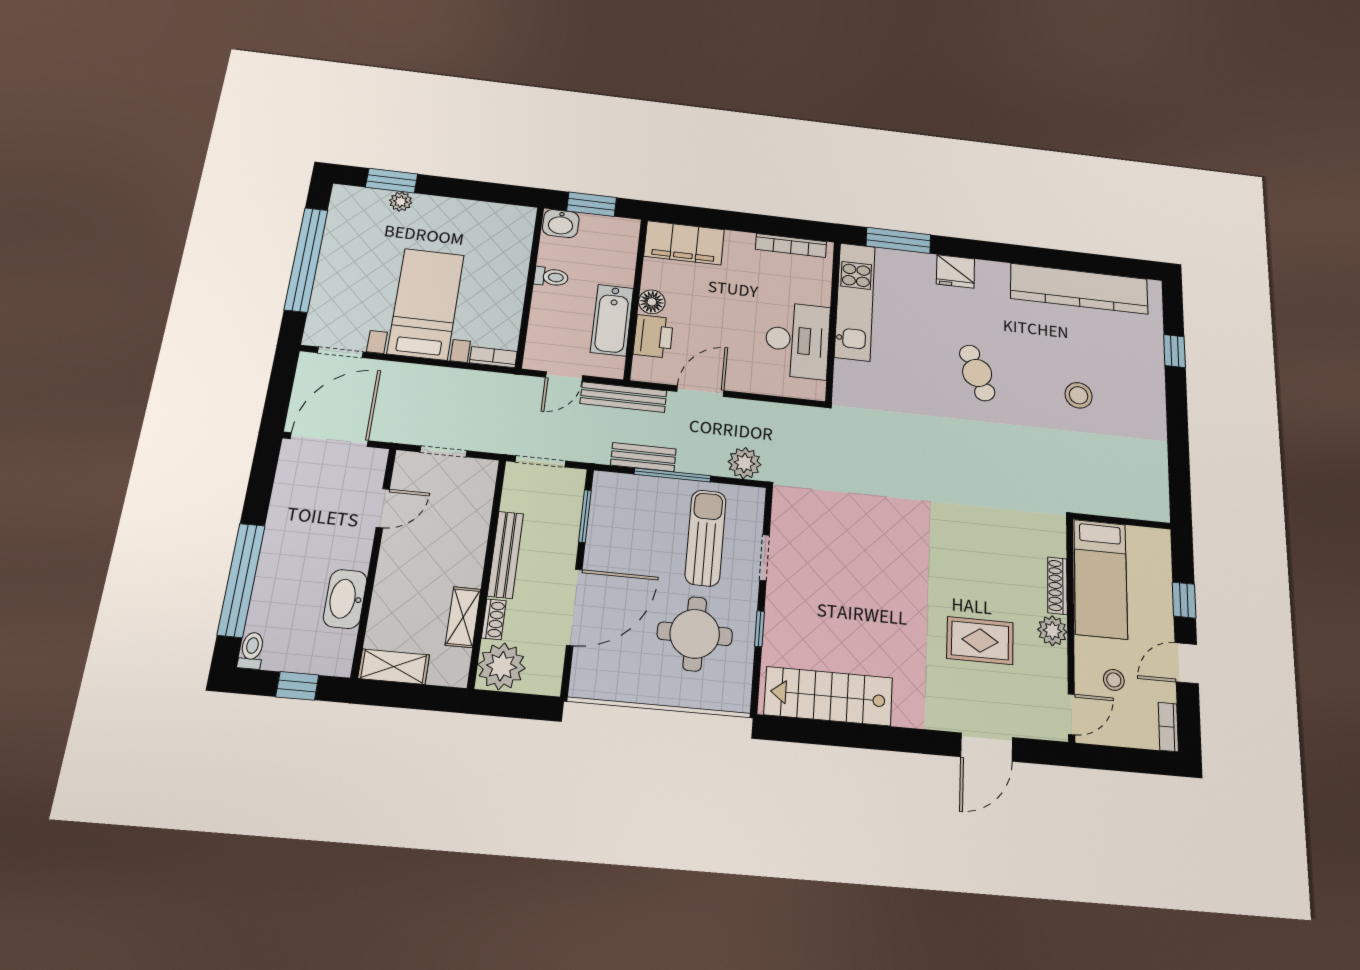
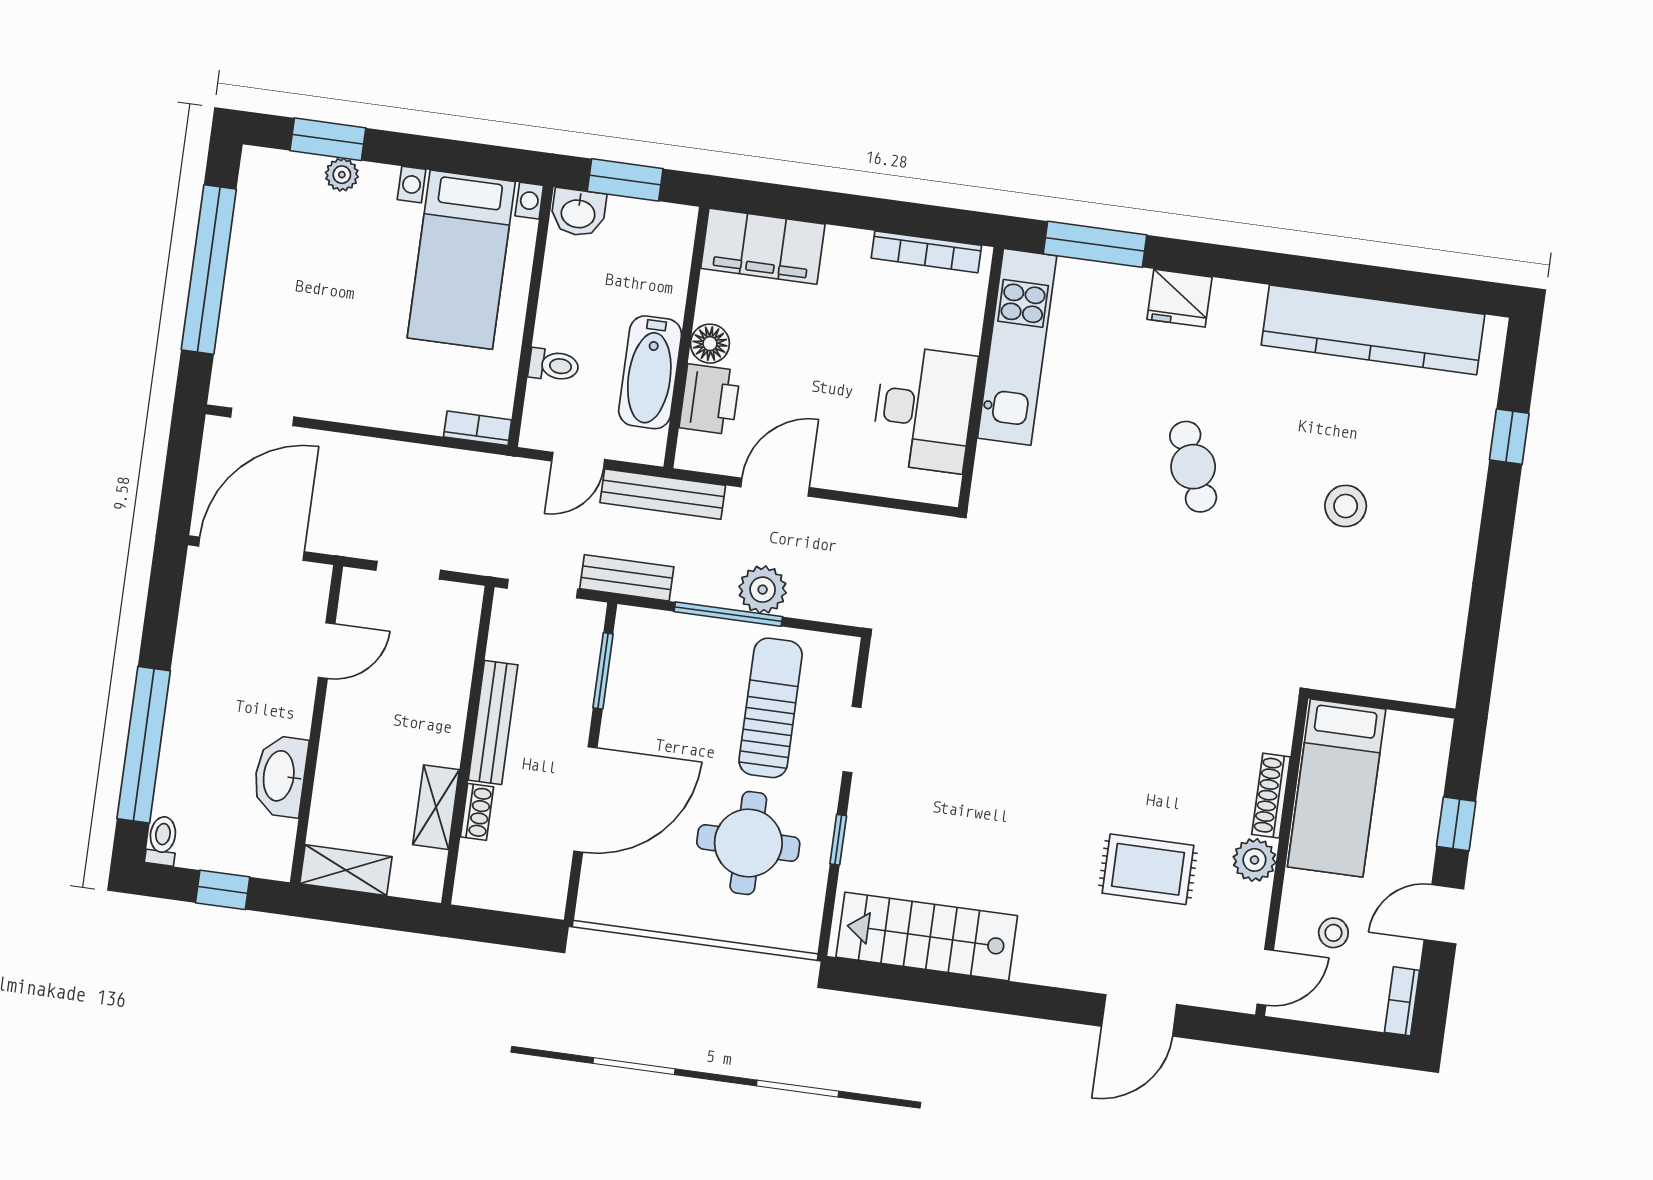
toilet: (551, 277) -> (554, 365), moved
bed with nightstands: (426, 304) -> (461, 260), moved, turned 180
bench: (643, 457) -> (627, 578), moved
plant: (744, 463) -> (763, 590), moved
plant: (502, 666) -> (487, 876), removed

